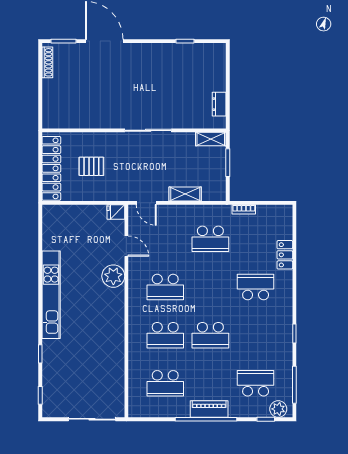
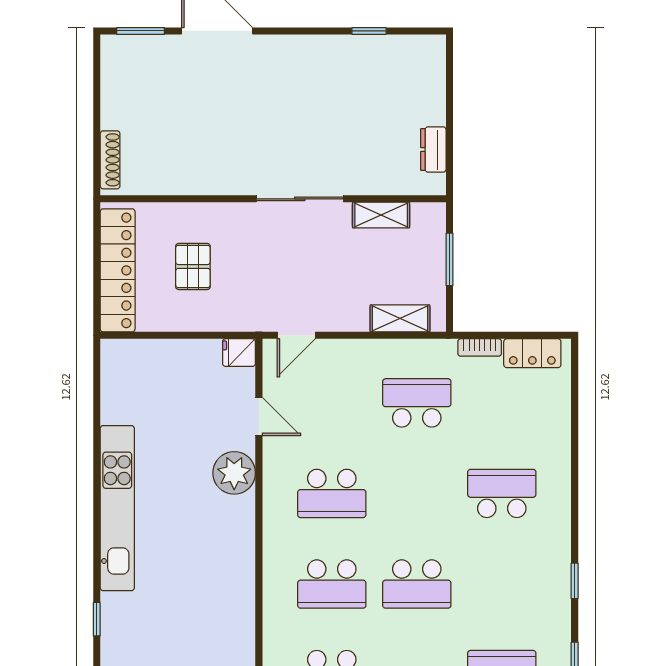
shoe rack: (47, 62) -> (110, 160), moved
shelving: (211, 139) -> (381, 215), moved
pallet: (91, 166) -> (193, 266), turned 90
shelving: (185, 194) -> (400, 318), moved
door: (146, 203) -> (296, 335), hinge flipped
school desk: (210, 239) -> (417, 403), turned 180
locker: (285, 255) -> (532, 353), moved, turned -90

